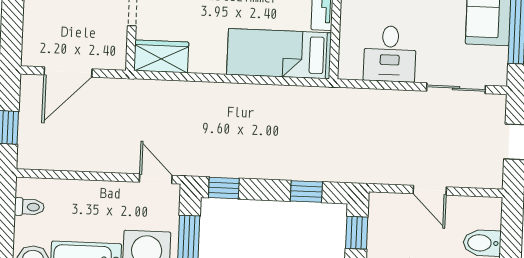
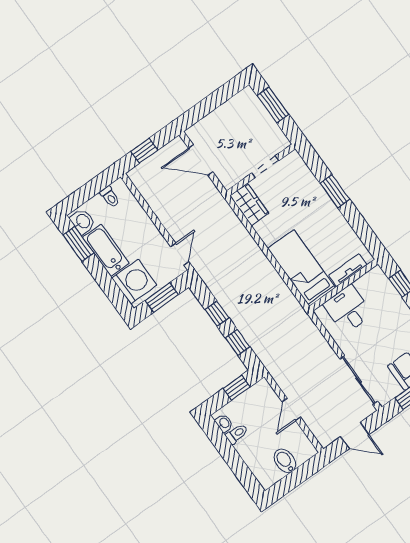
desk: (390, 54) -> (348, 309), moved, turned 90
sliding door: (456, 88) -> (359, 380), width x1.37
window: (224, 188) -> (217, 314), moved

